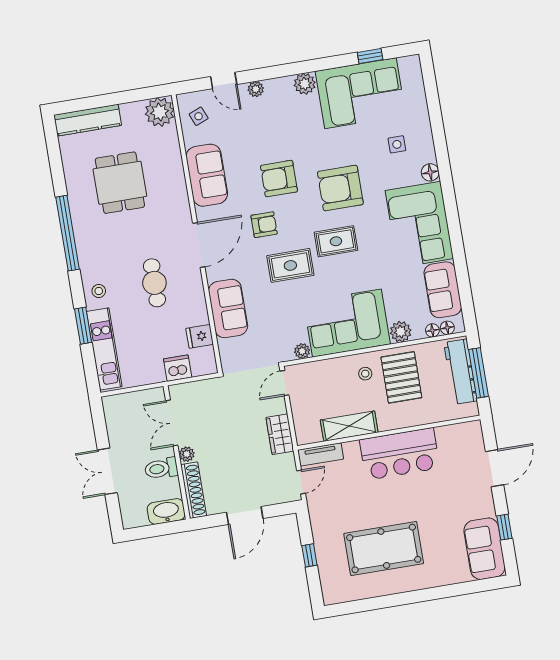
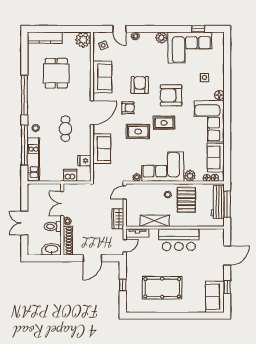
armchair: (279, 179) -> (140, 85), turned 90
window: (83, 326) -> (24, 145), width x2.11

